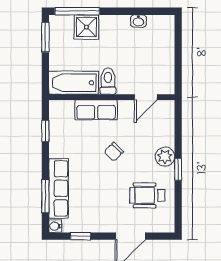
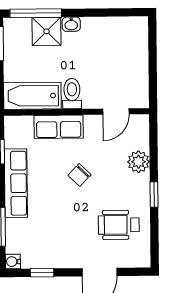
washbasin: (138, 21) -> (71, 24), moved
plant: (165, 157) -> (138, 162), moved
row of seats: (59, 188) -> (16, 183), moved

